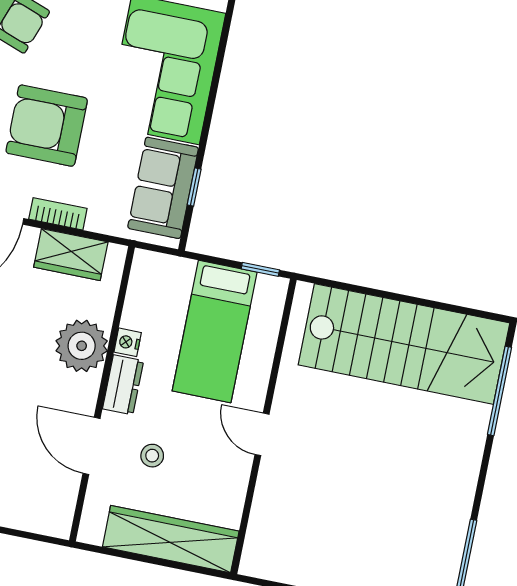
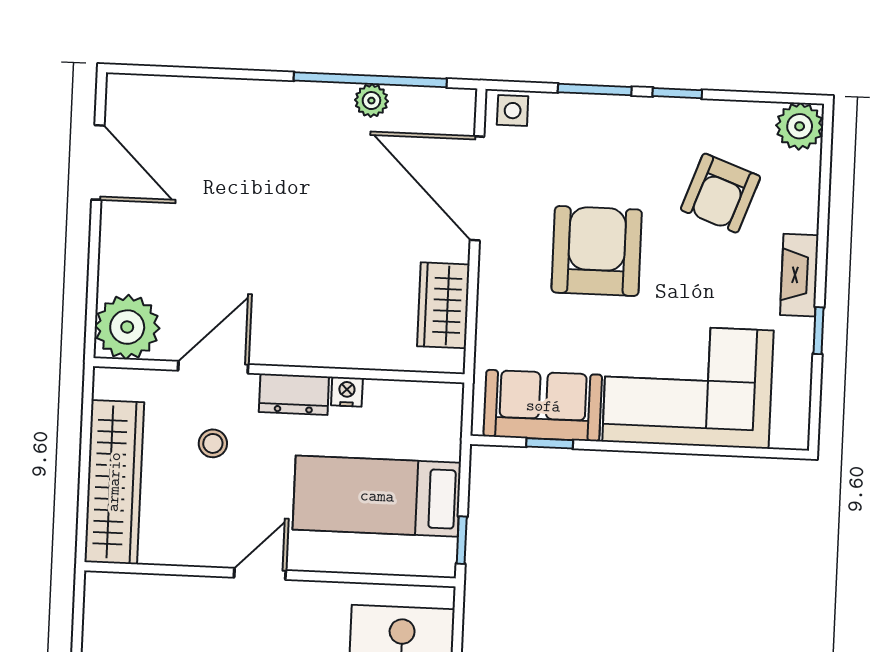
bookcase: (58, 214) -> (491, 282), removed
plant: (82, 346) -> (127, 327), moved

